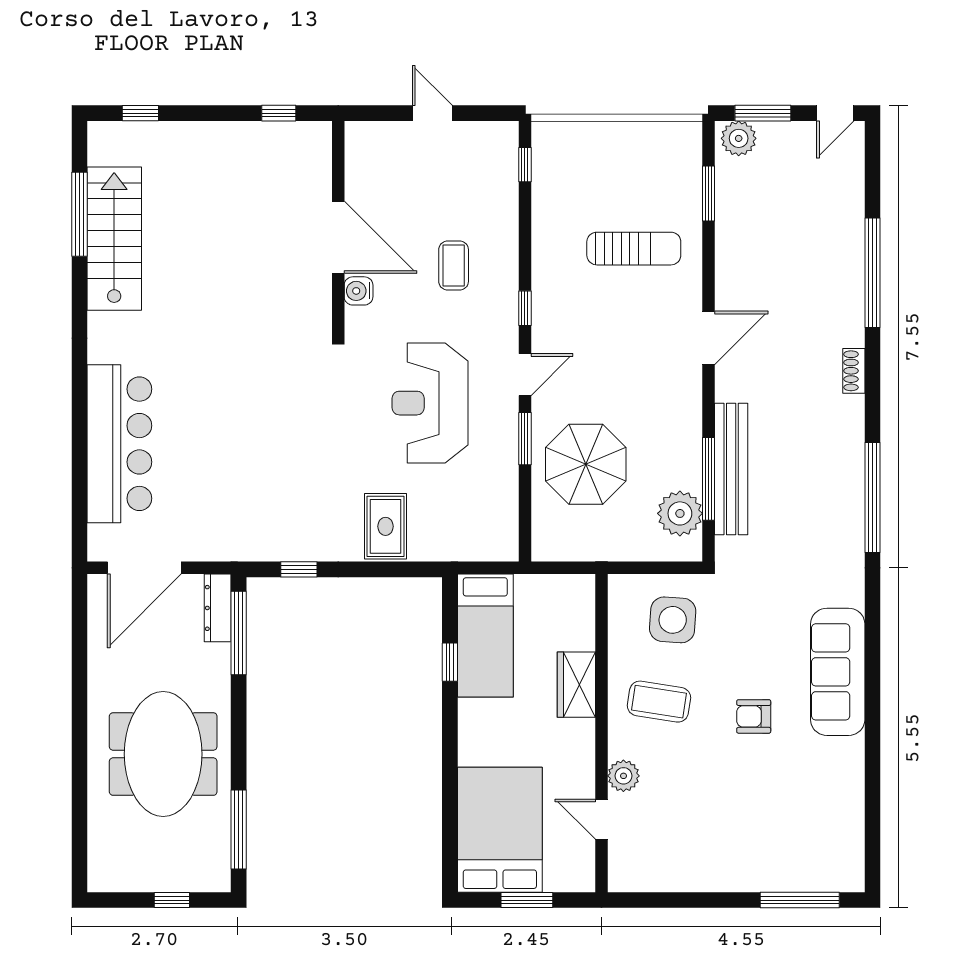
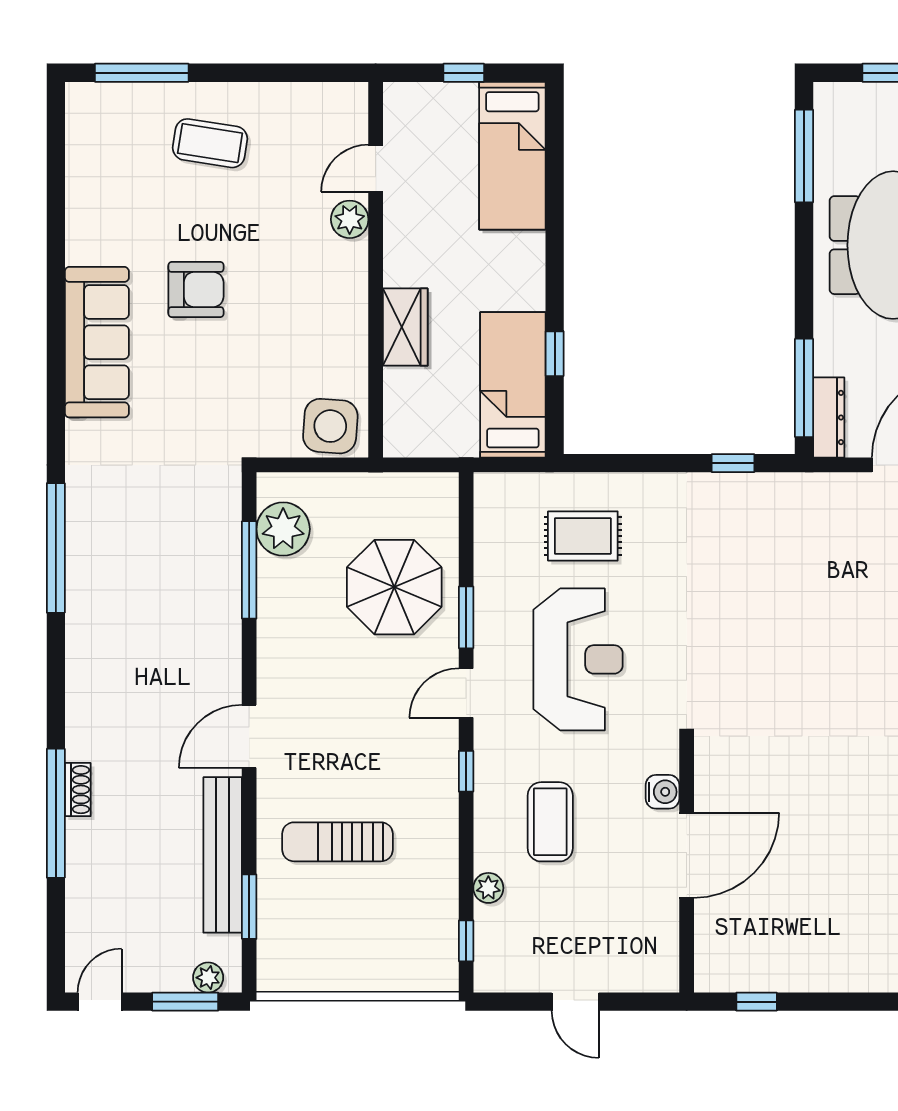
plant: (739, 138) -> (208, 978), width x0.73, depth x0.73
plant: (506, 209) -> (488, 888), added
door: (338, 237) -> (687, 855), swing flipped
coffee table: (454, 266) -> (550, 822), width x1.36, depth x1.30
shoe rack: (854, 371) -> (78, 790), moved
bench: (731, 469) -> (223, 855), moved
rug: (385, 526) -> (583, 536), moved, turned 90
side table: (673, 620) -> (330, 426), moved
coffee table: (659, 702) -> (210, 143), moved
armchair: (754, 716) -> (196, 289), width x1.38, depth x1.38
door: (601, 819) -> (376, 168), swing flipped
bed: (500, 830) -> (512, 156), width x0.67
window: (527, 900) -> (464, 73), width x0.67

